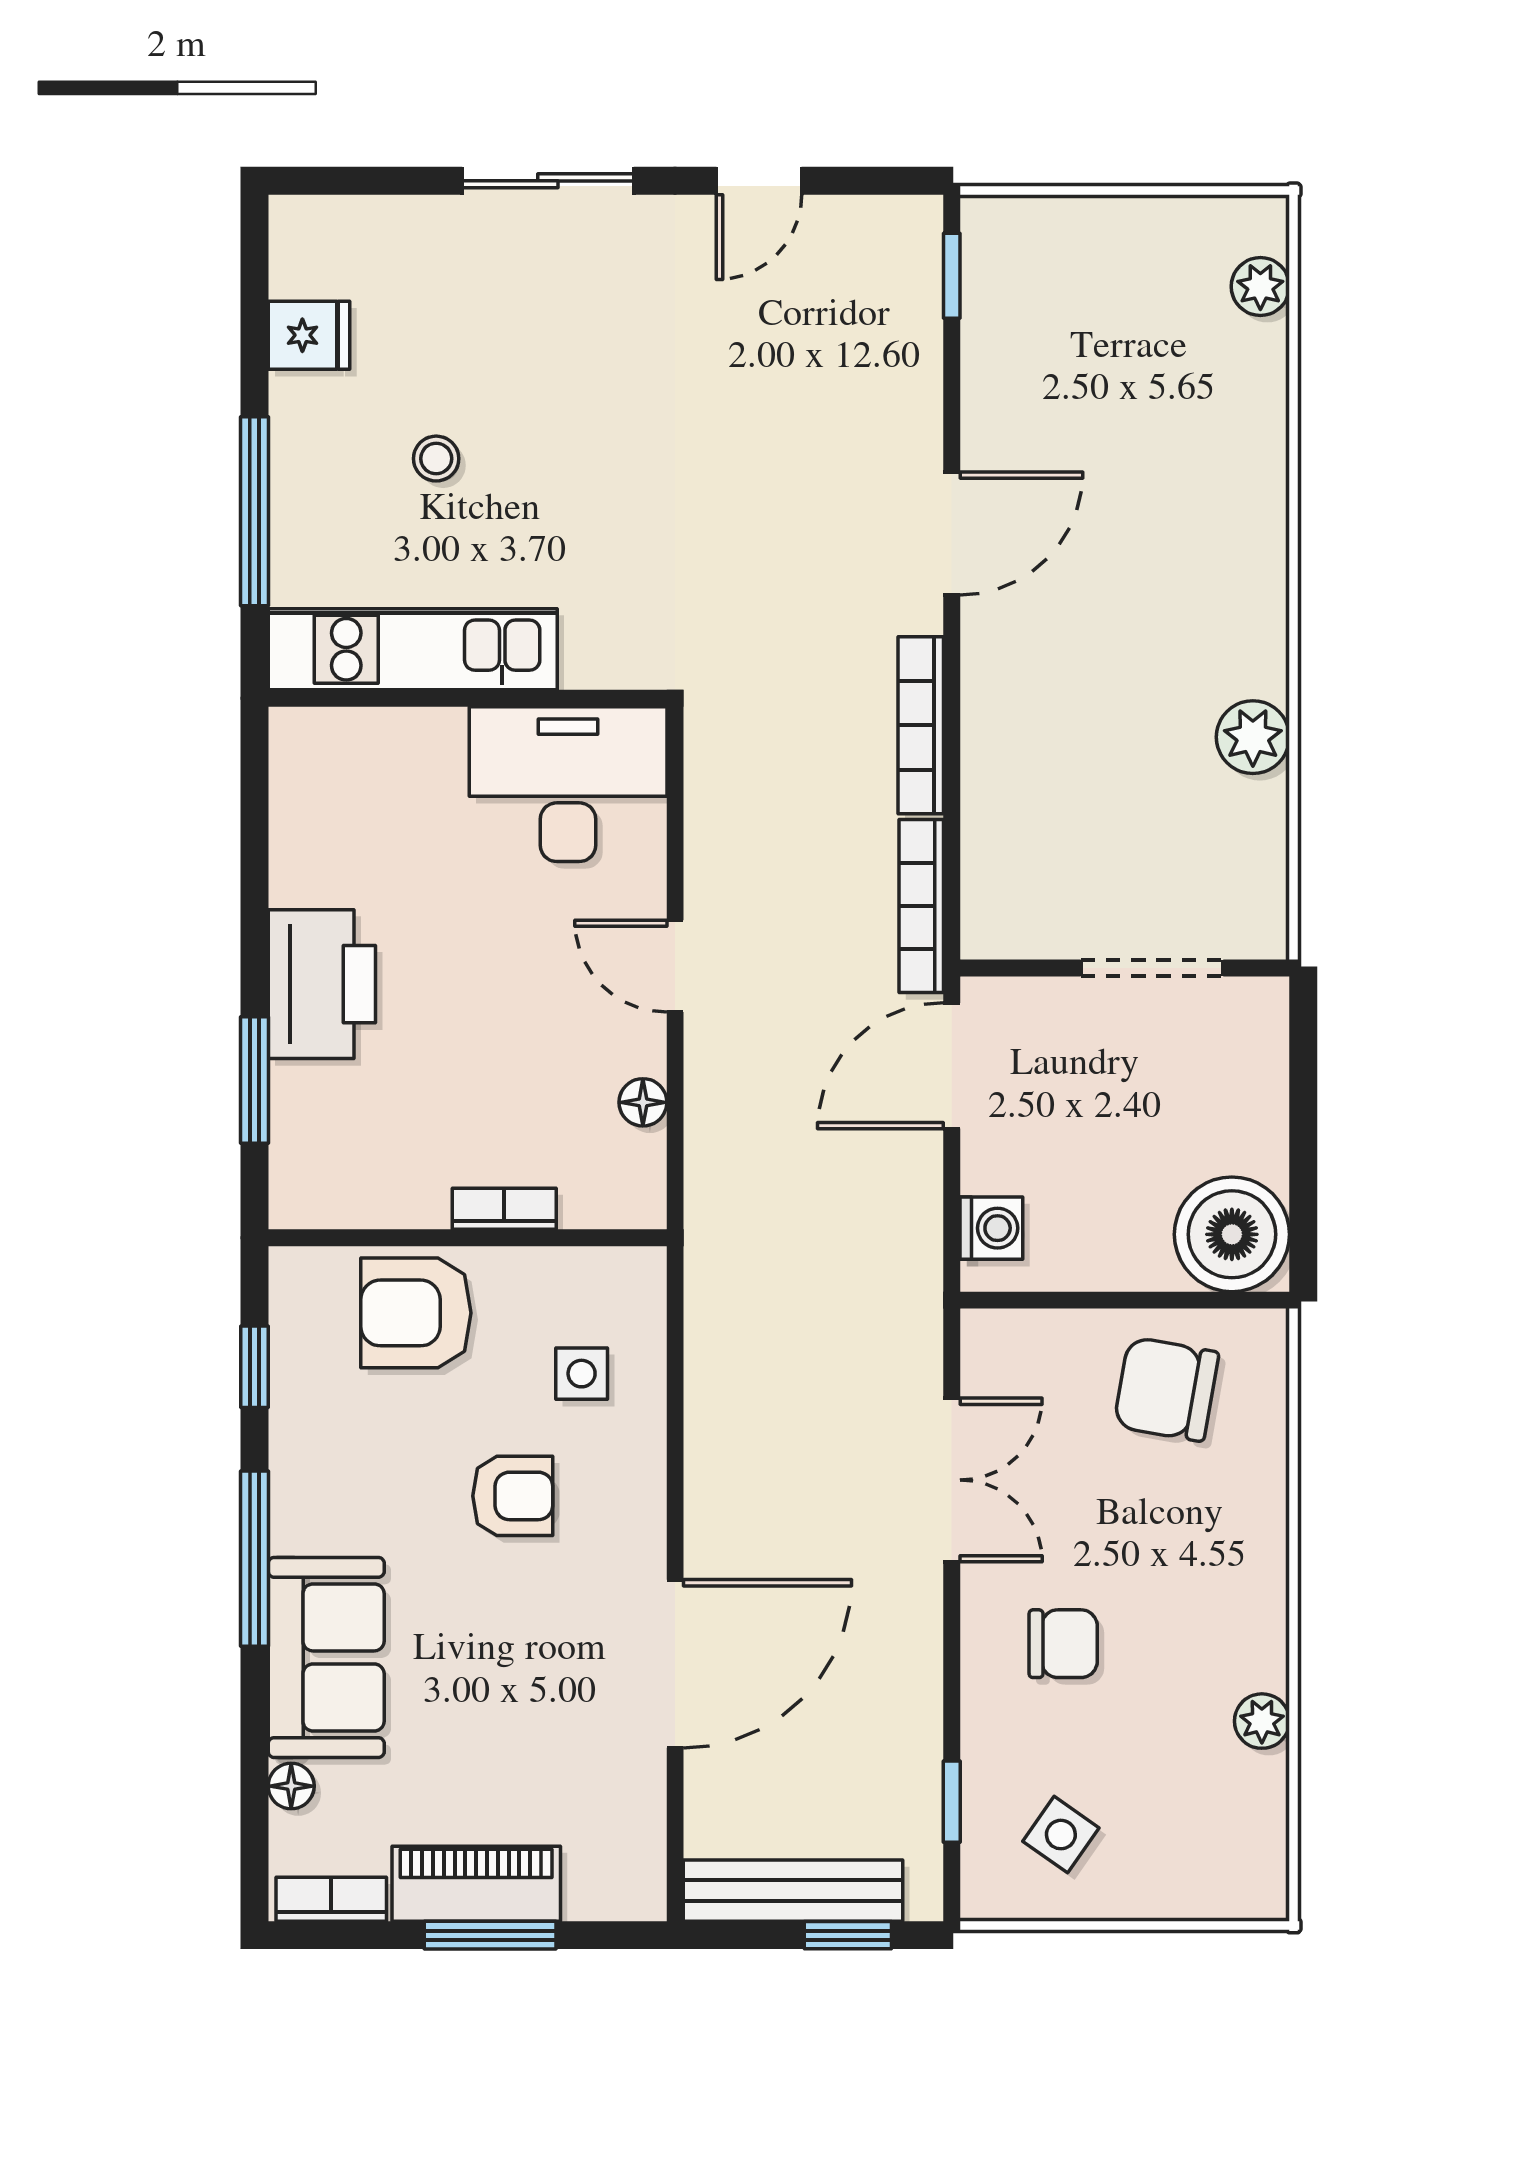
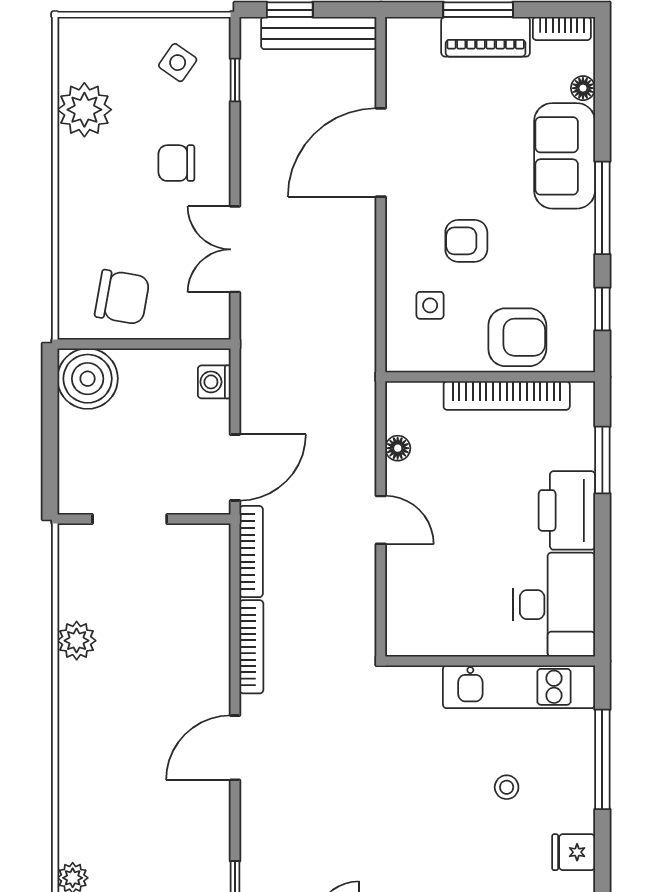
desk: (568, 784) -> (554, 605), moved, turned -90
bookcase: (504, 1209) -> (507, 396), width x2.31, depth x1.31
plant: (1262, 1721) -> (84, 110), width x1.87, depth x1.87

